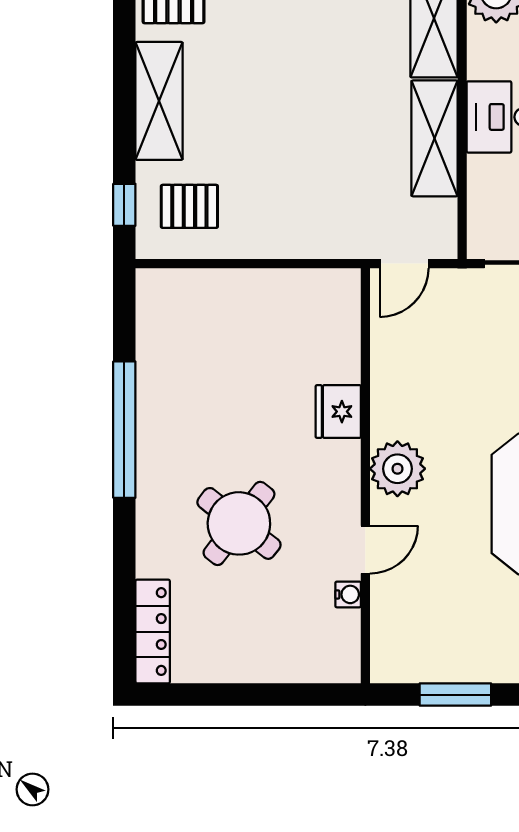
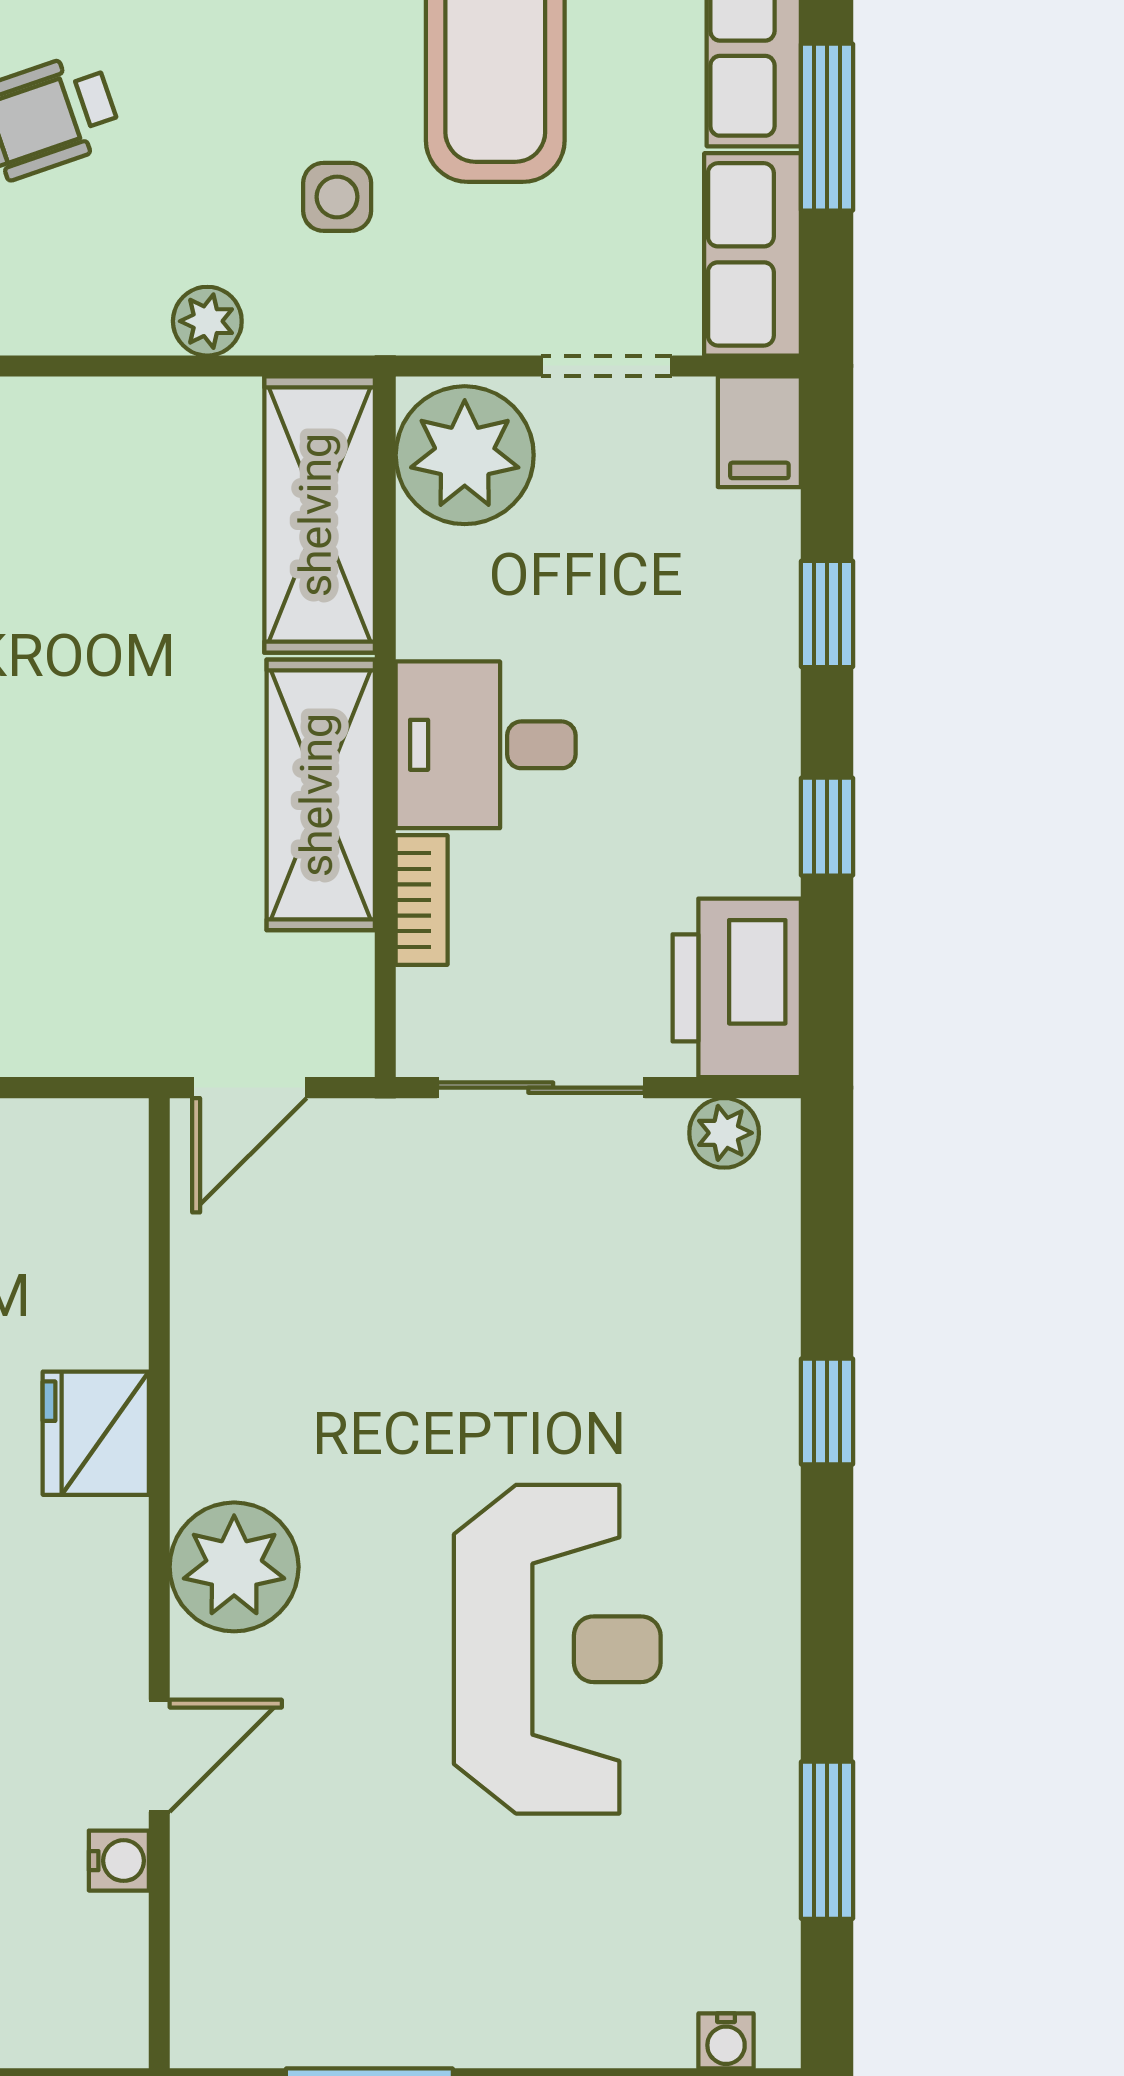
bookcase: (478, 183) -> (422, 900), added

